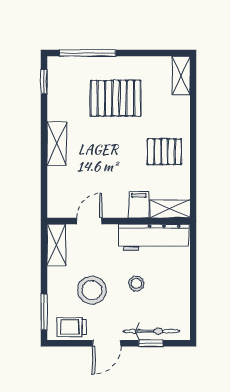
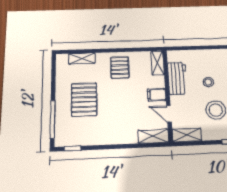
shelving: (181, 76) -> (82, 59), moved
shelving: (57, 144) -> (153, 136), moved
filing cabinet: (139, 205) -> (157, 95), moved
workbench: (154, 237) -> (177, 78), width x0.73

